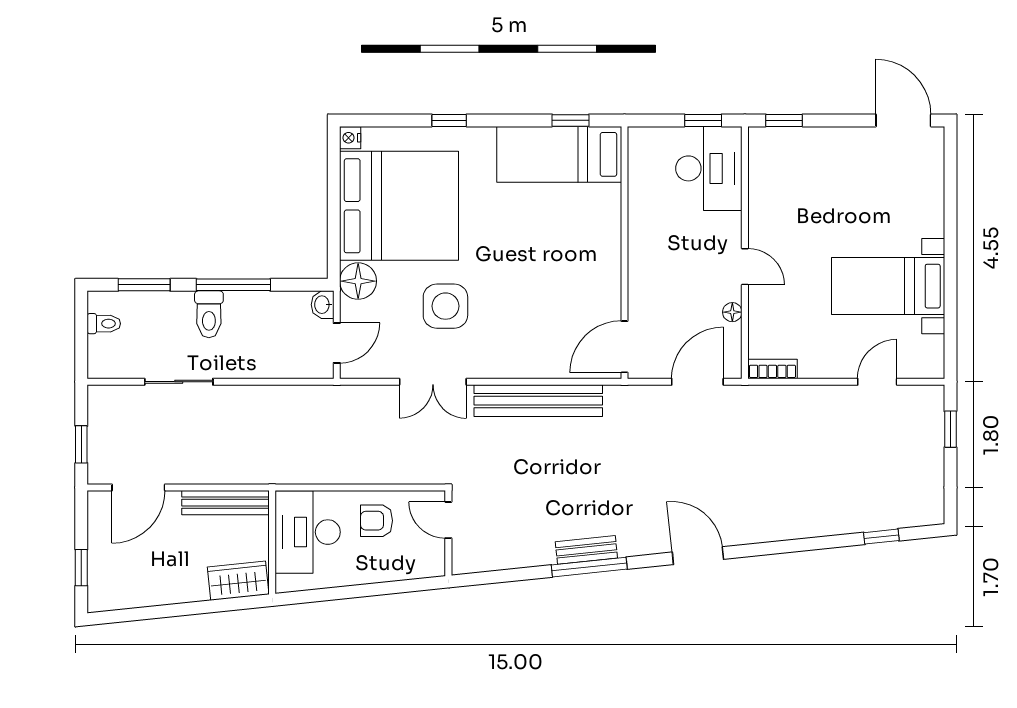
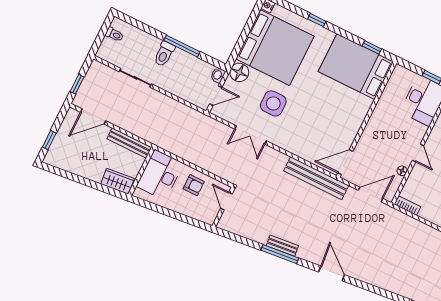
bed: (559, 154) -> (356, 67), width x1.50
window: (144, 285) -> (141, 26), removed
bench: (538, 401) -> (316, 178), moved
armchair: (376, 521) -> (194, 185), turned 180

